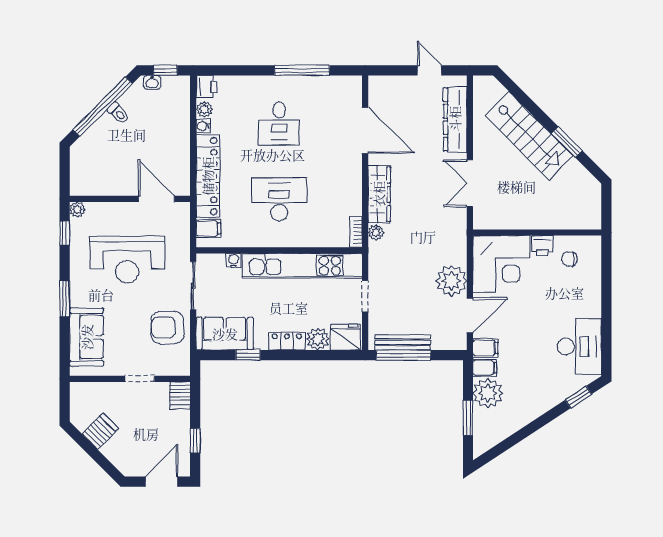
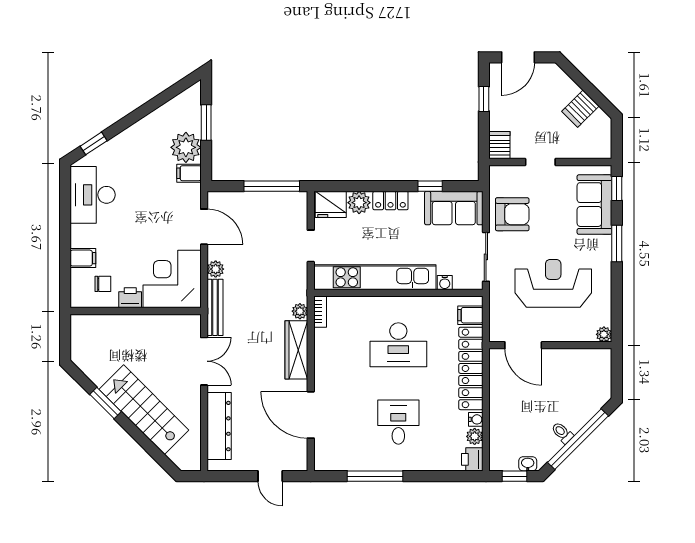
door: (429, 70) -> (270, 476), moved
window: (65, 233) -> (617, 189), moved
plant: (451, 281) -> (216, 269), width x0.53, depth x0.53
door: (470, 315) -> (204, 227), swing flipped
bench: (403, 342) -> (215, 307), moved, turned 90
filing cabinet: (485, 348) -> (83, 258), moved, turned 180

